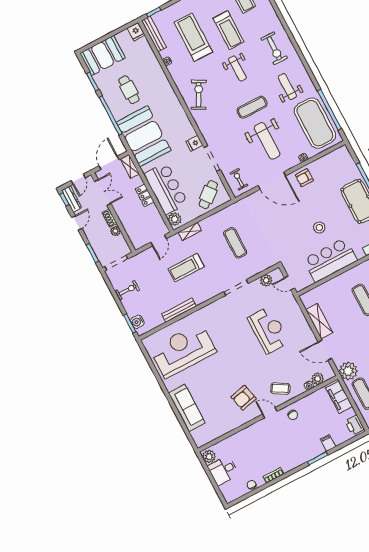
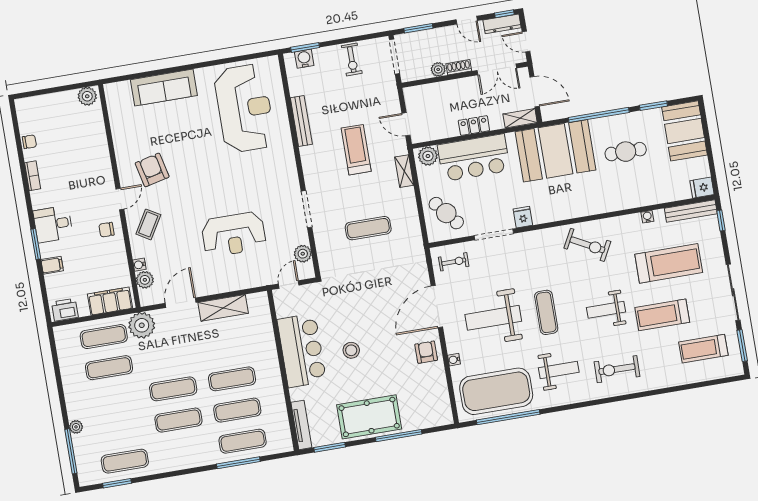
desk: (223, 470) -> (53, 224), moved, turned -90

